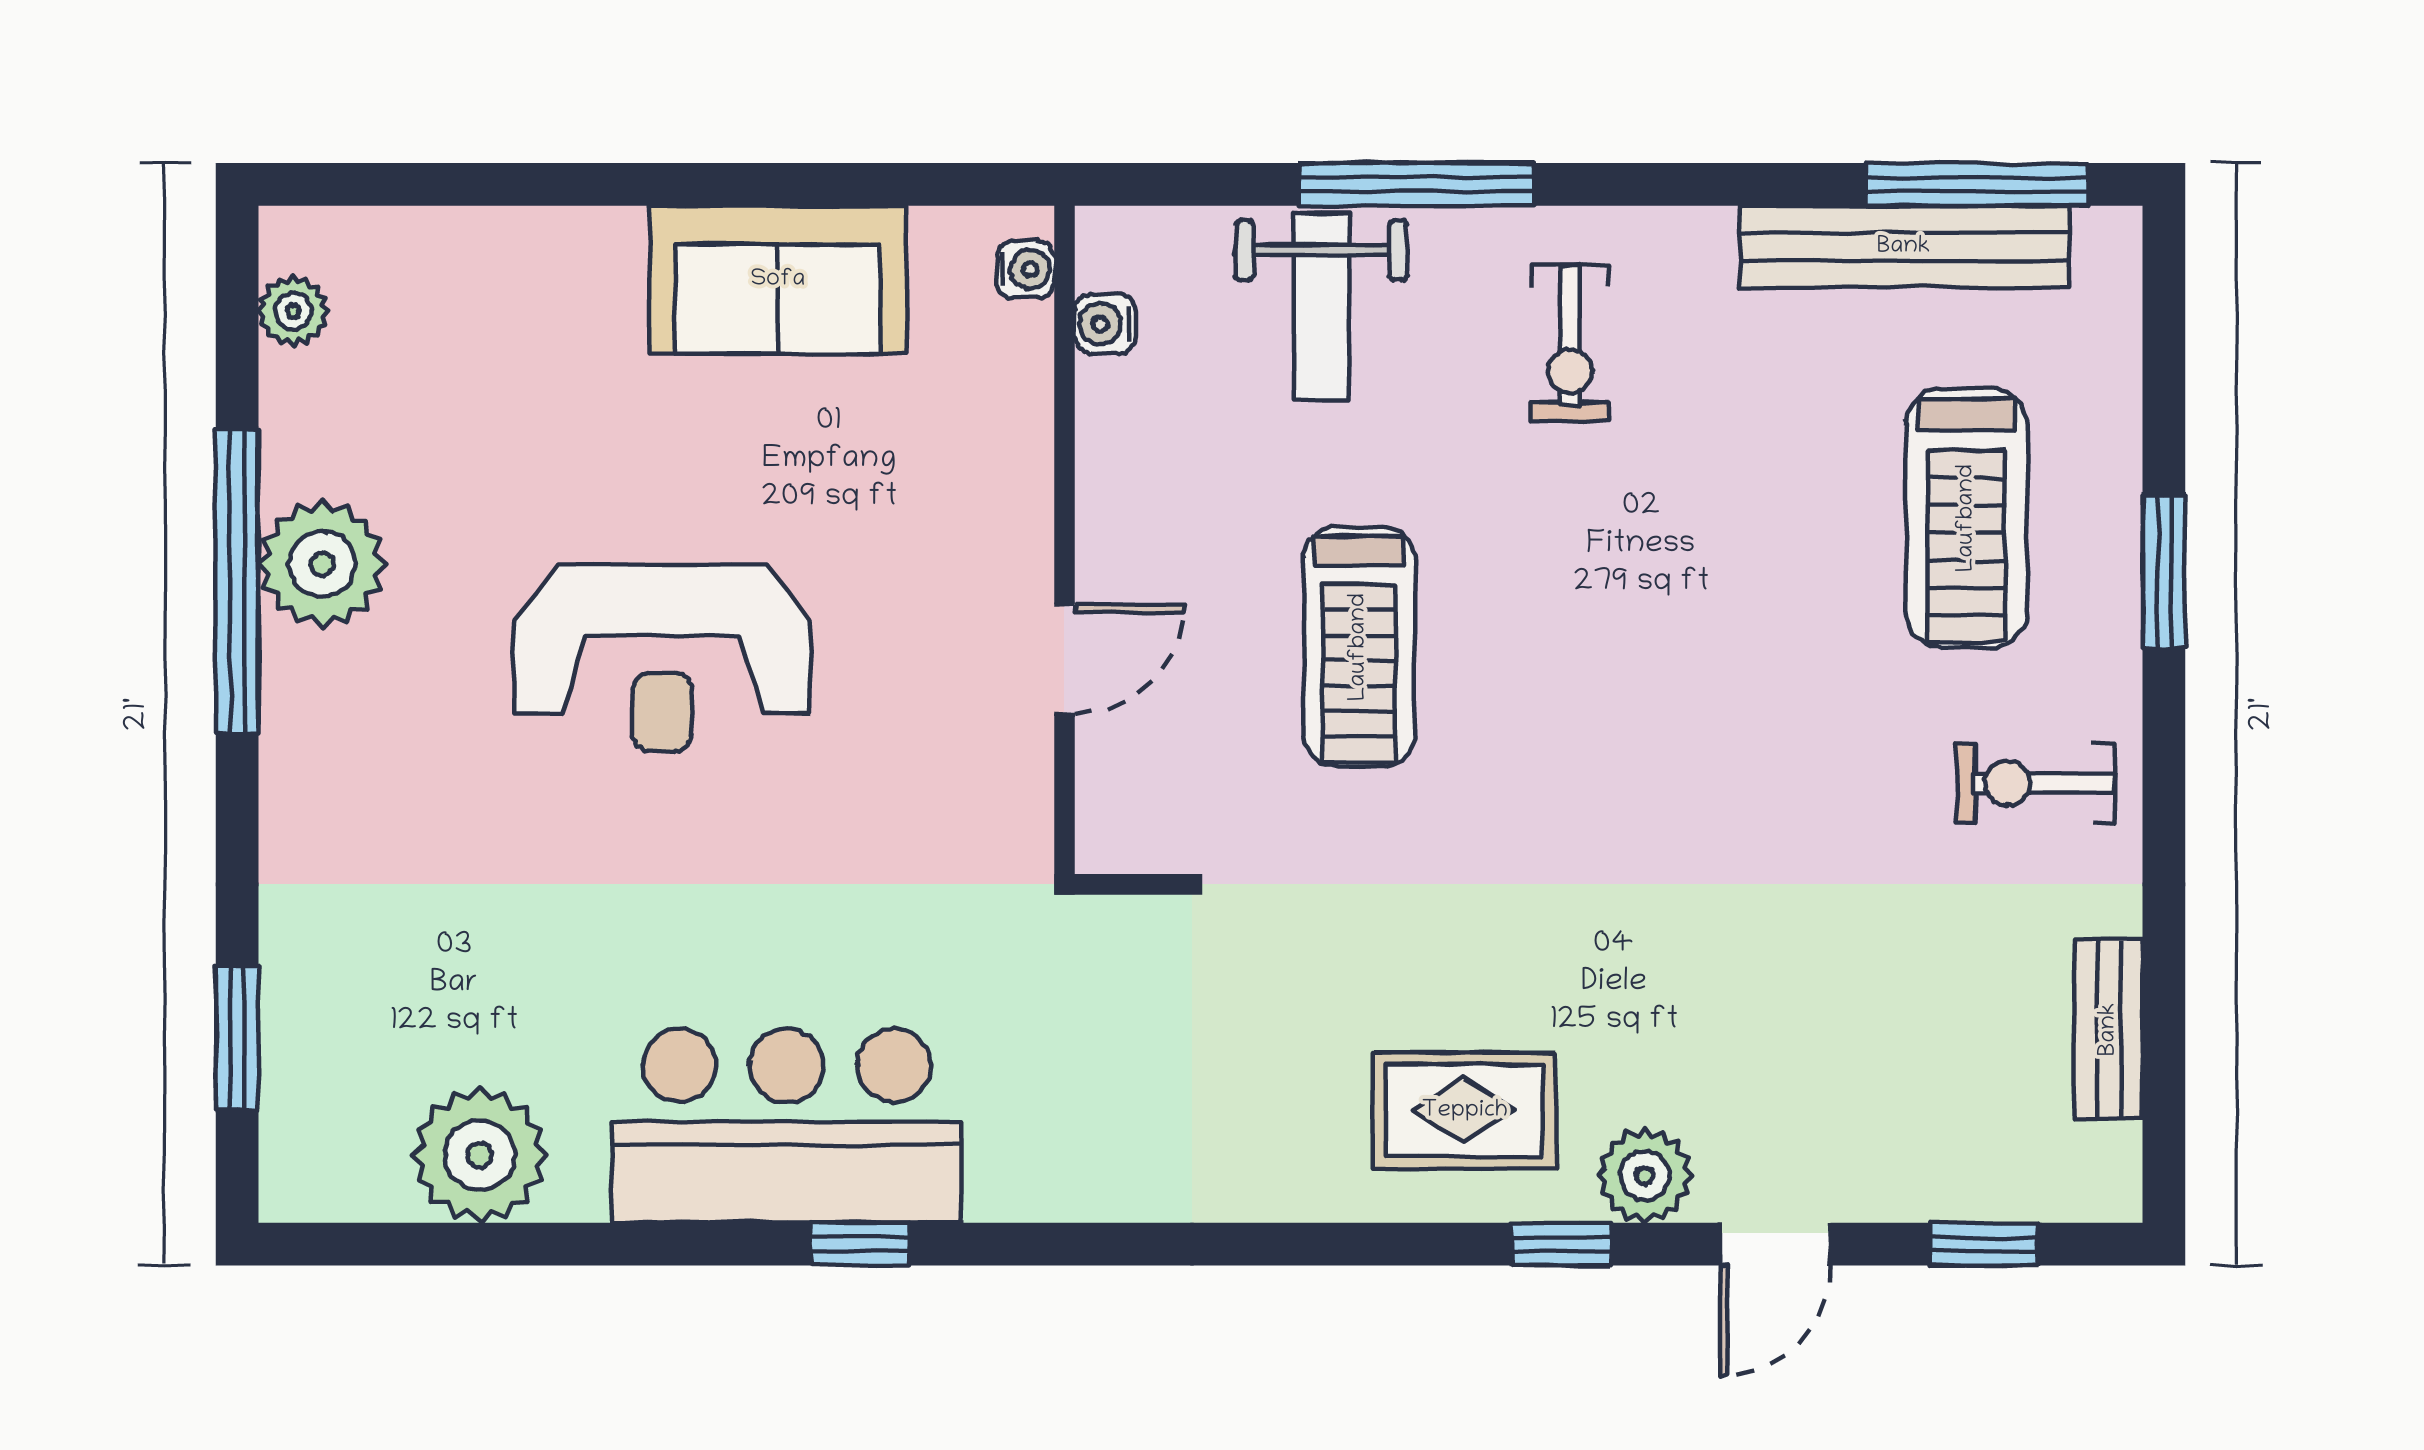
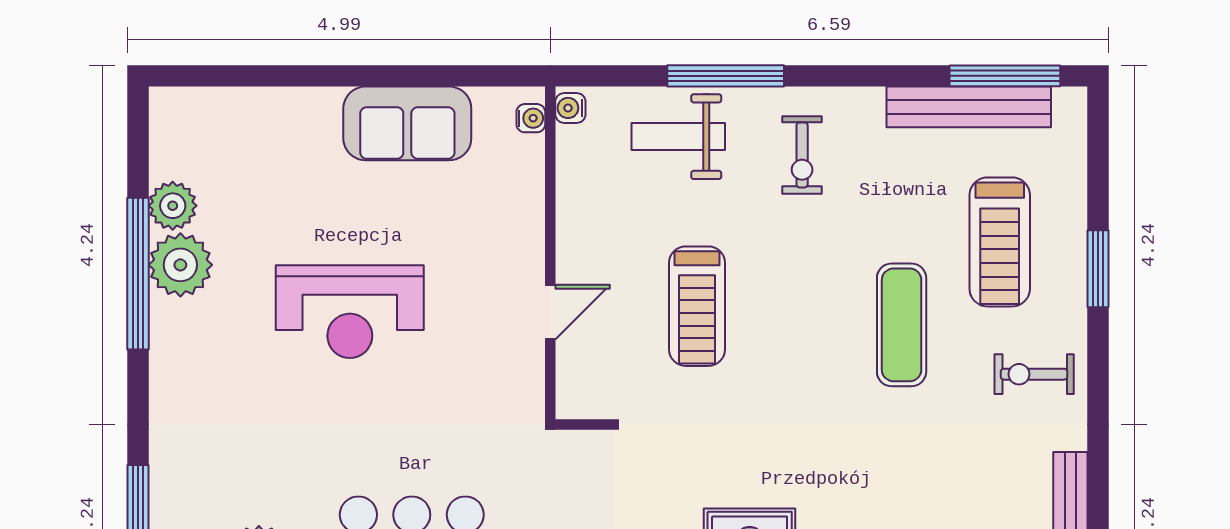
weight bench: (1321, 306) -> (678, 137), turned 90
plant: (293, 311) -> (173, 206), moved, width x1.38, depth x1.38
water cooler: (1105, 324) -> (570, 108), moved
exercise mat: (1770, 684) -> (902, 325), added

